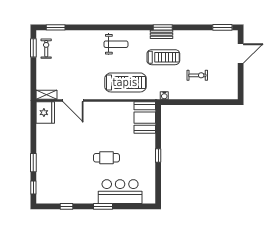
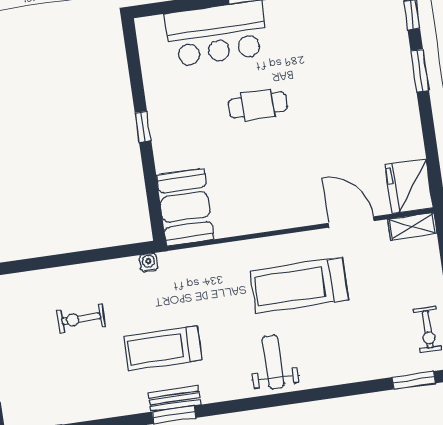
weight bench: (116, 44) -> (273, 362), turned 90
treadmill: (125, 82) -> (299, 285), moved

